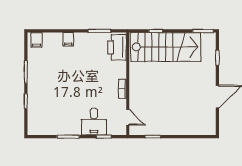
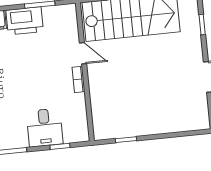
printer: (117, 47) -> (25, 21), moved, turned -90
door: (128, 117) -> (83, 53), moved

